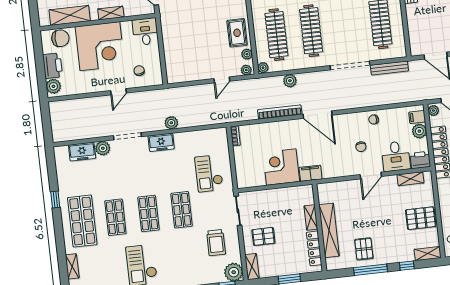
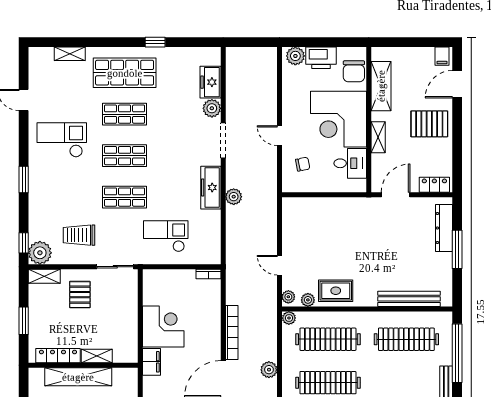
desk: (145, 32) -> (350, 163), moved
plant: (290, 81) -> (269, 370), moved
freezer: (161, 142) -> (211, 188), width x1.40

